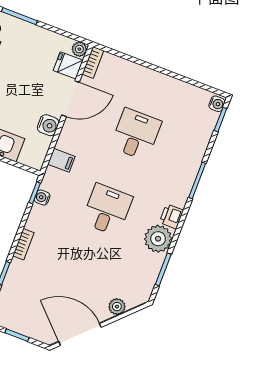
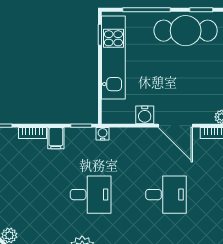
fridge: (68, 65) -> (204, 112), removed
filing cabinet: (61, 160) -> (56, 138), moved
water cooler: (42, 198) -> (103, 134), moved

